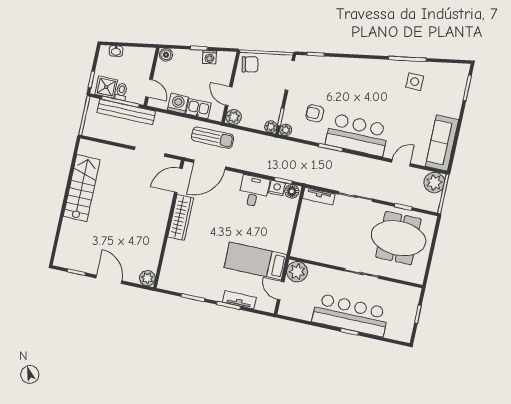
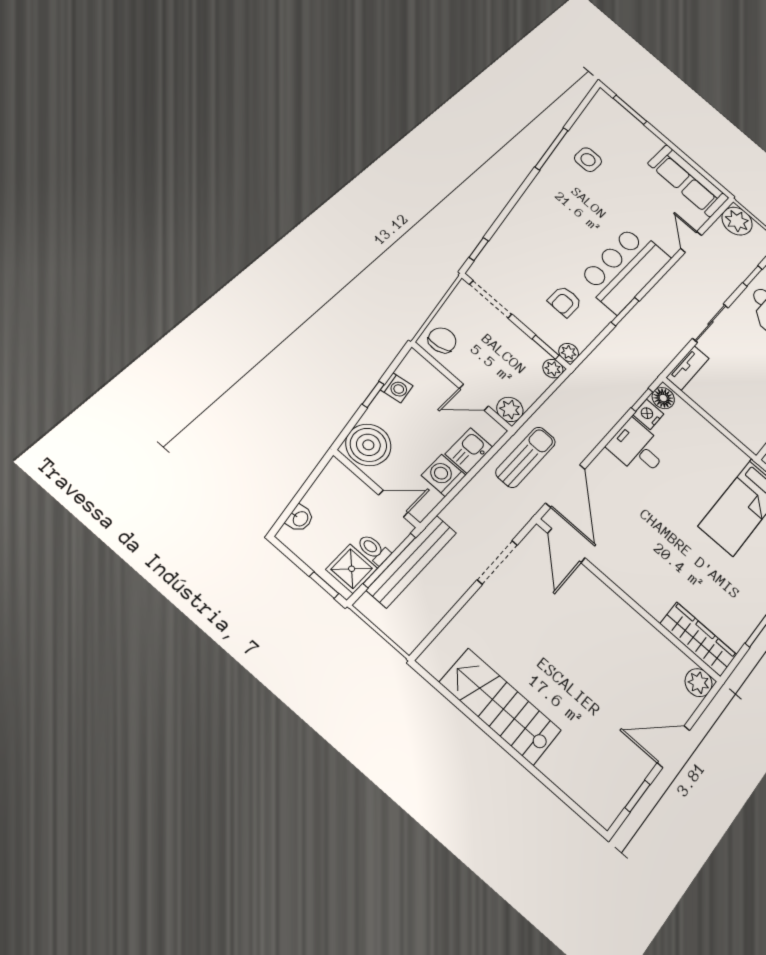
boiler: (166, 55) -> (368, 445), width x1.86, depth x1.86
wardrobe: (181, 217) -> (698, 639), moved

